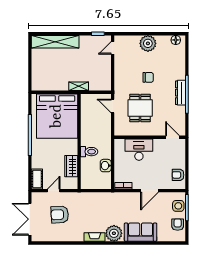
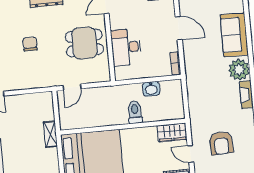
dining table: (140, 108) -> (84, 43), moved
wardrobe: (71, 166) -> (172, 132), moved

